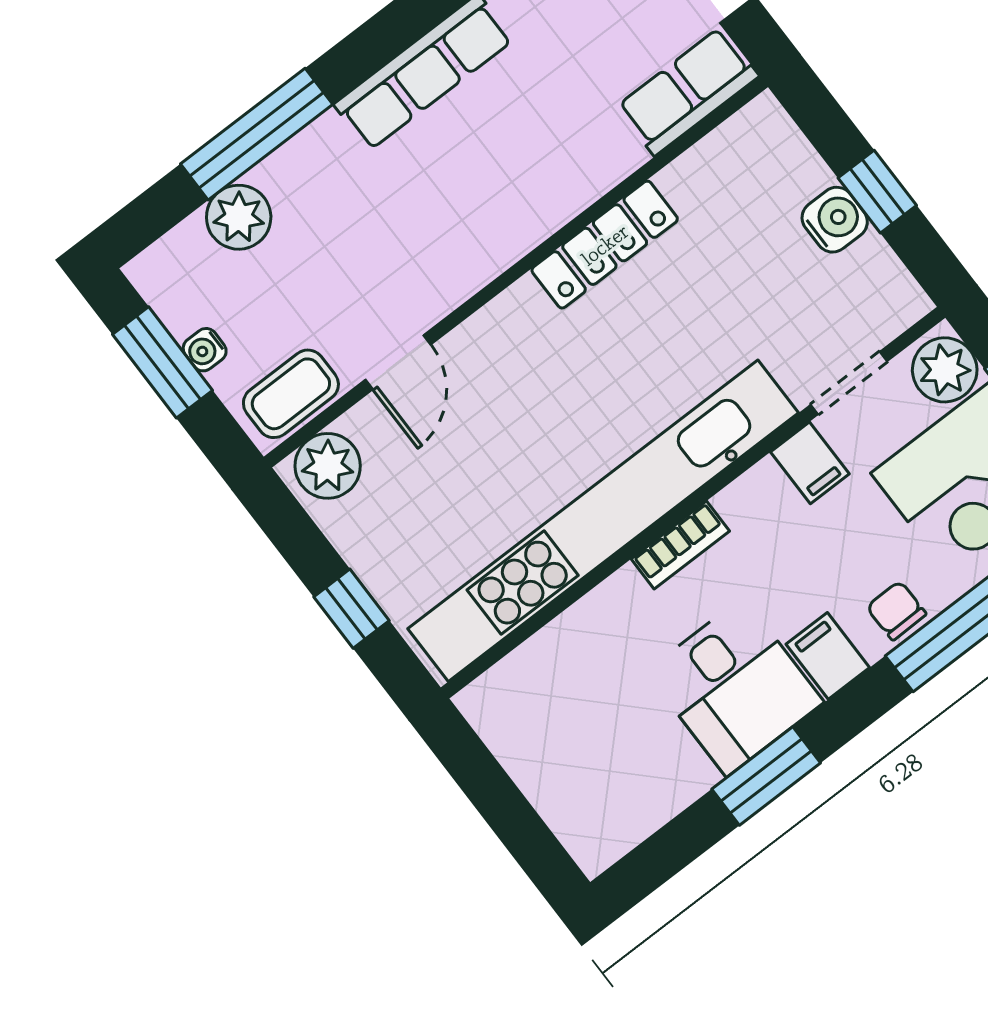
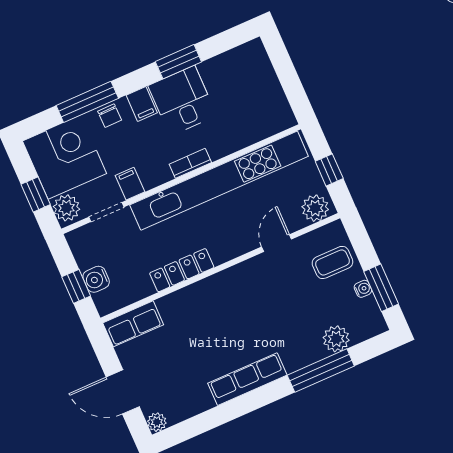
row of seats: (688, 91) -> (133, 324), moved
locker: (605, 245) -> (182, 270), moved
wall: (516, 272) -> (220, 268), moved
door: (398, 362) -> (277, 243), moved
plant: (328, 466) -> (315, 208), moved

